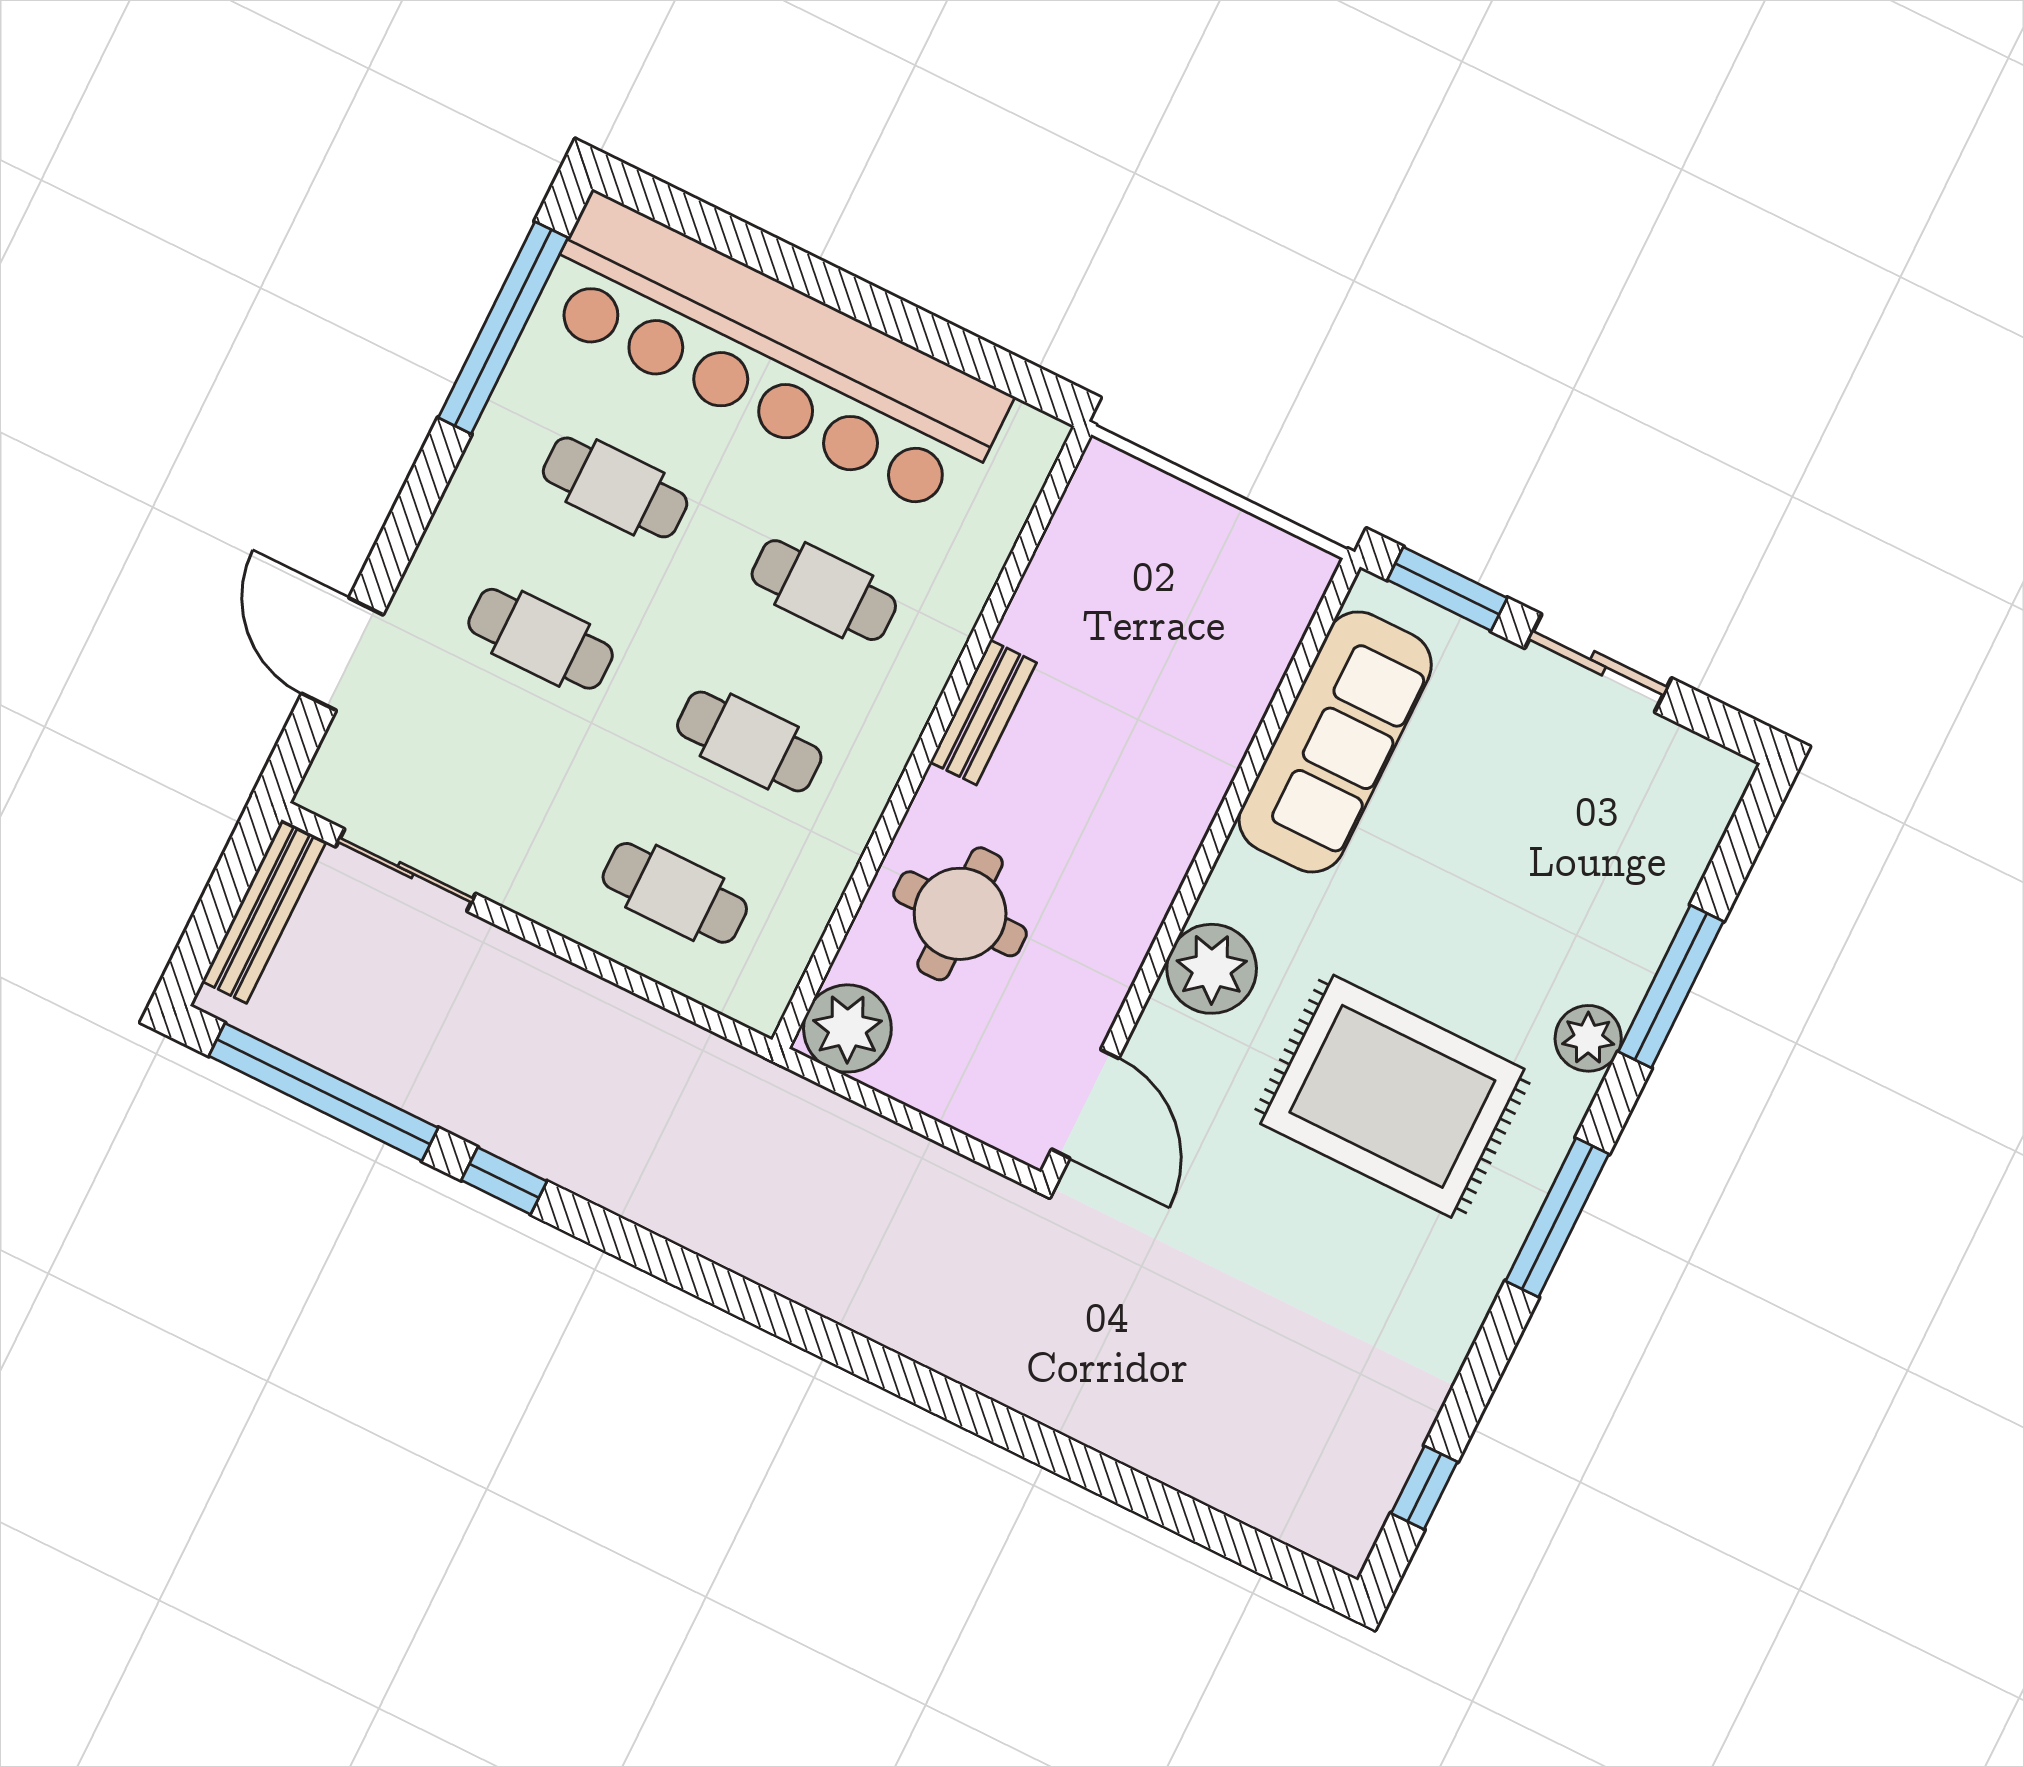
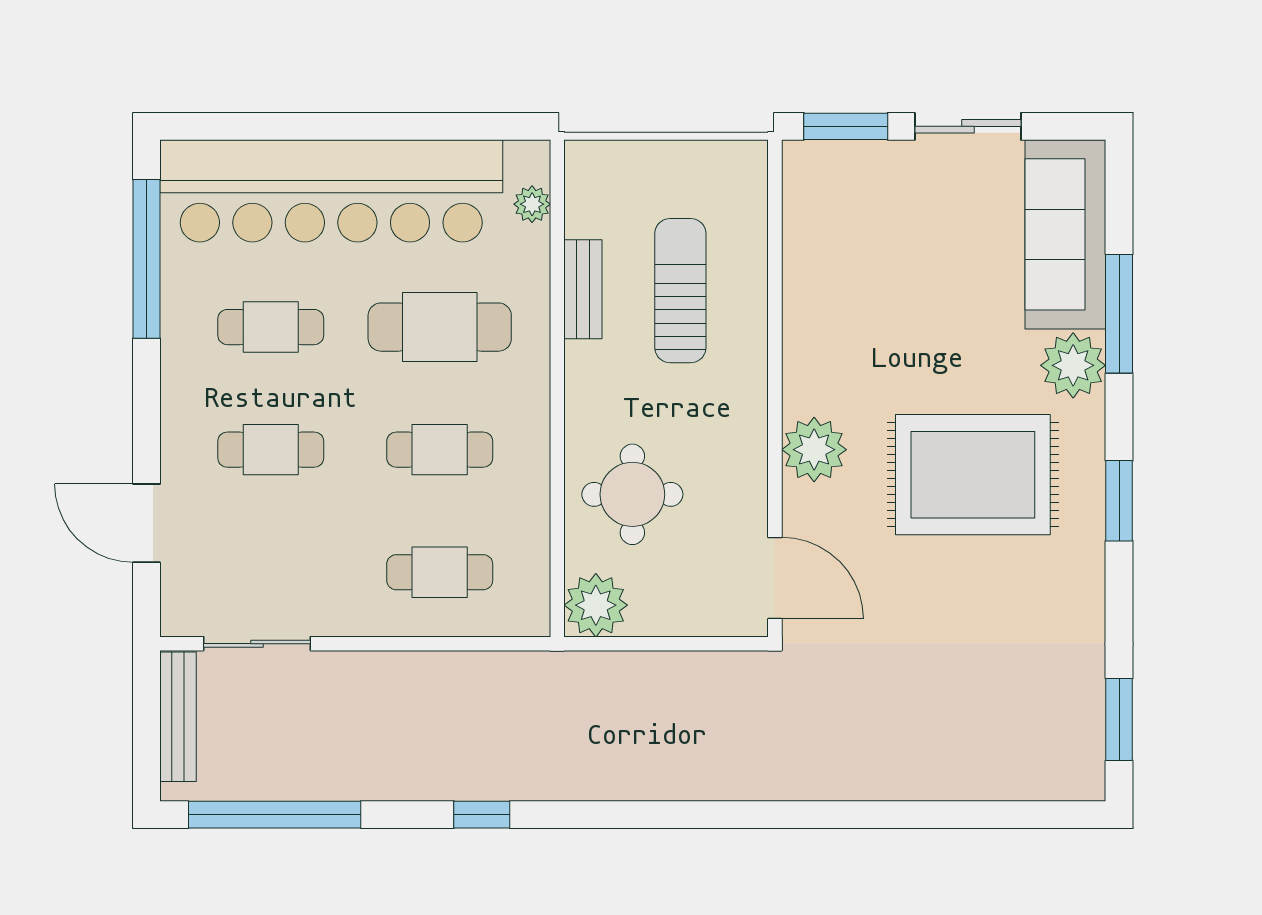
plant: (1013, 495) -> (532, 204), added
cafe table: (824, 590) -> (440, 327), width x1.37, depth x1.35
sun lounger: (1143, 691) -> (680, 291), added
bench: (983, 712) -> (583, 289), moved
sofa: (1335, 742) -> (1065, 234), moved, turned 180
plant: (1588, 1038) -> (1073, 365), width x1.36, depth x1.36
window: (504, 1181) -> (482, 815), moved
window: (1557, 1217) -> (1119, 501), width x0.69
window: (1424, 1488) -> (1119, 719), width x1.50

